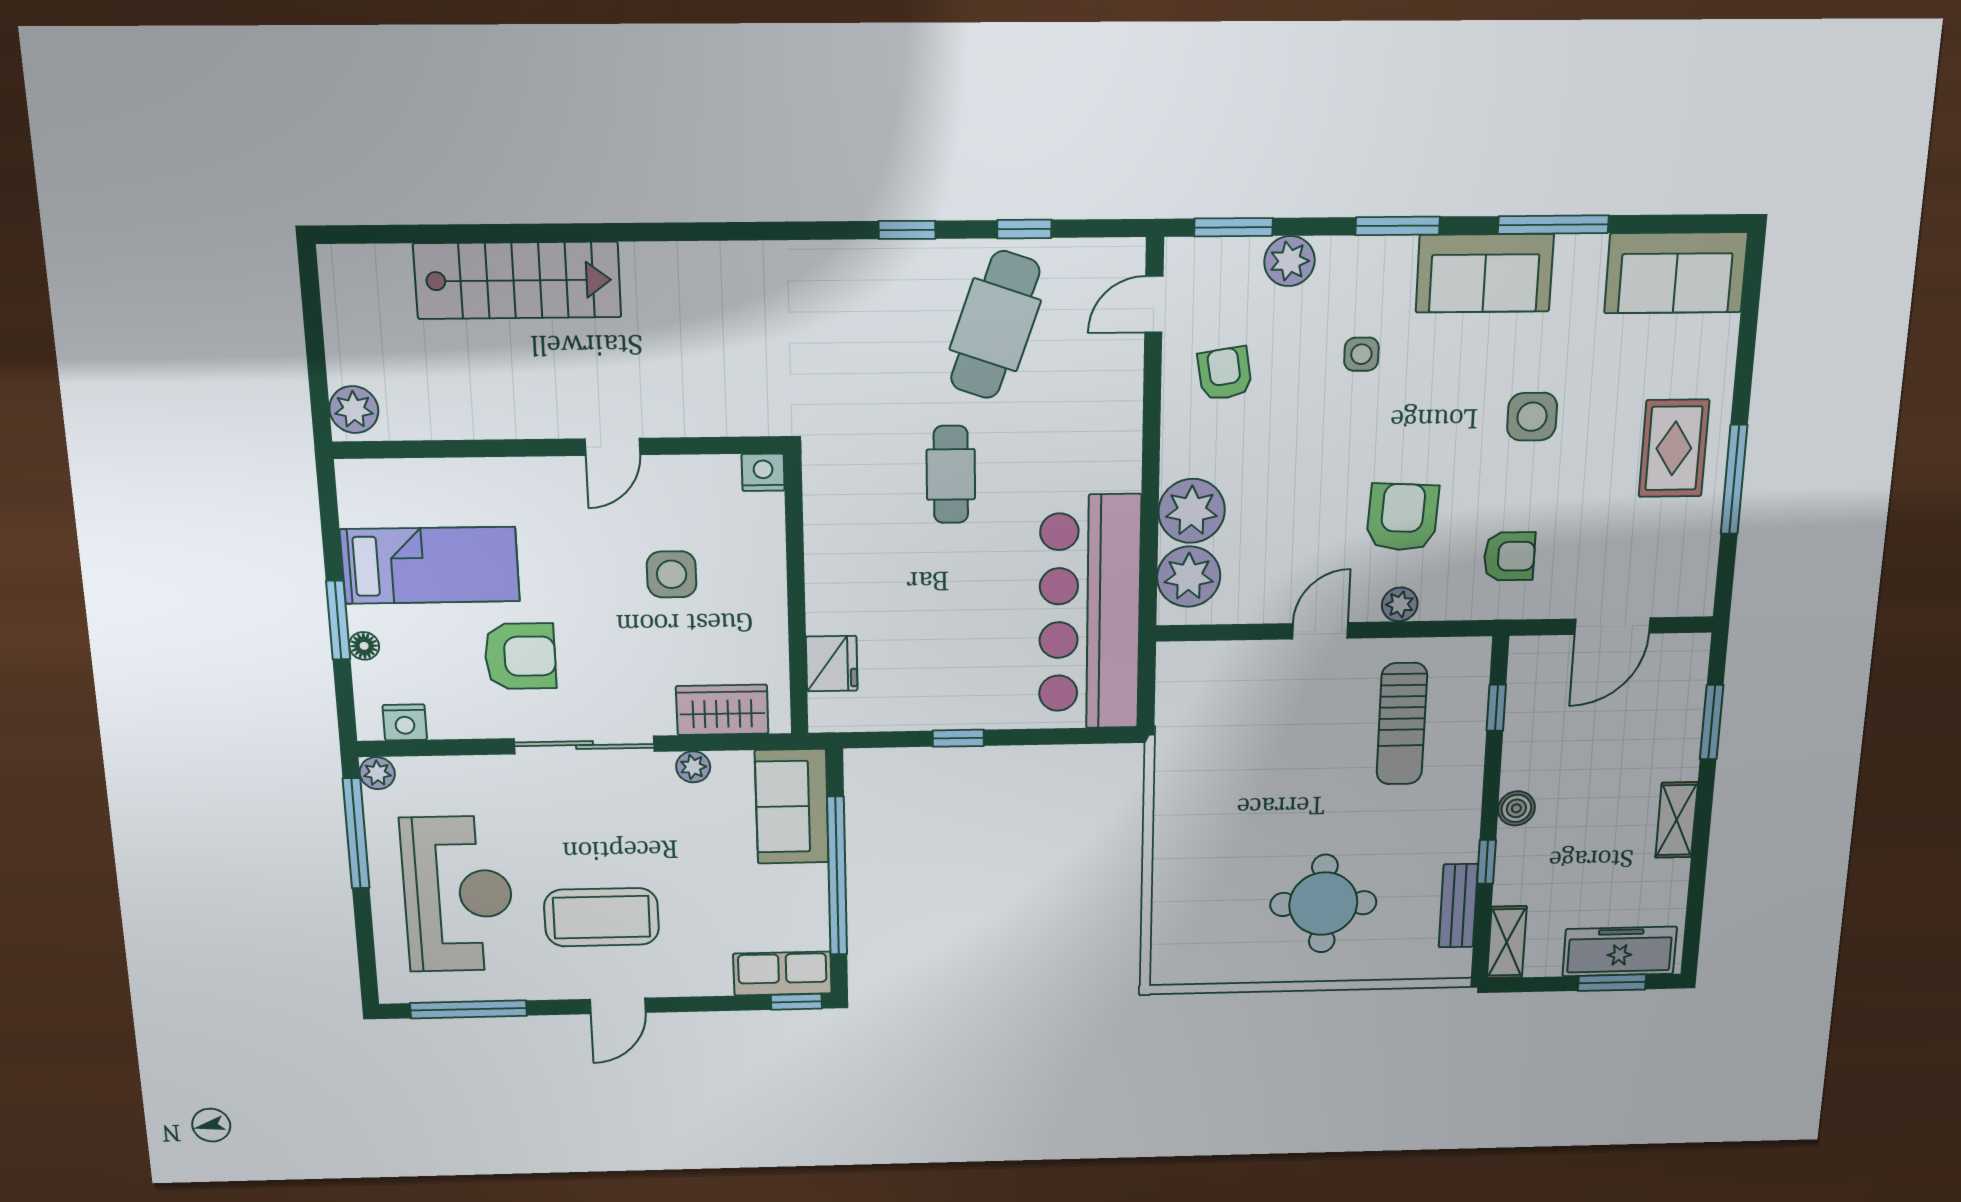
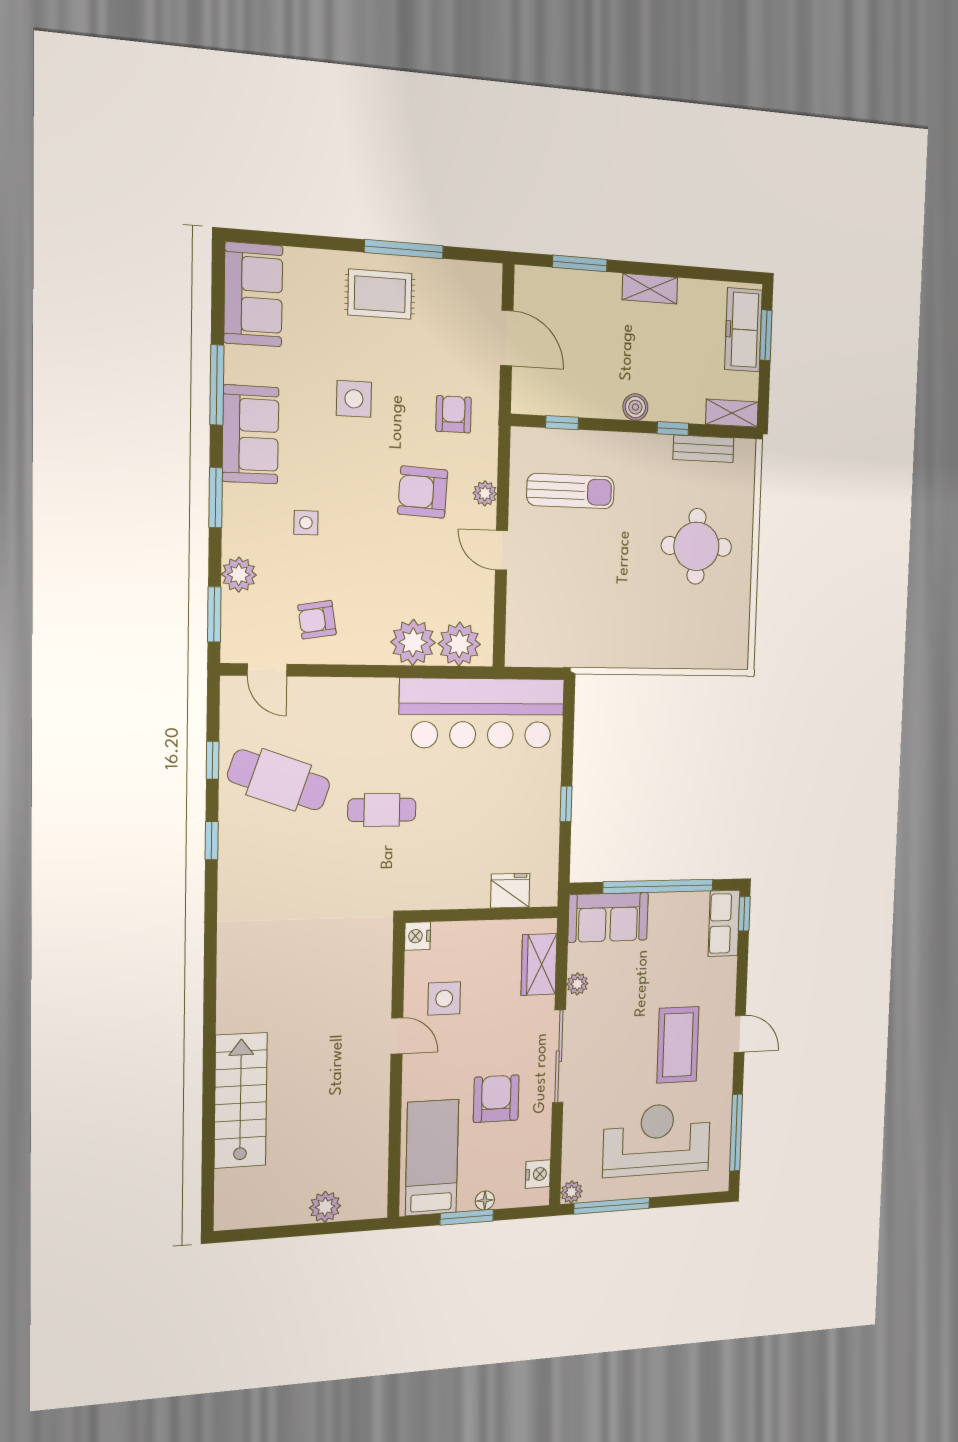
wall: (559, 447) -> (396, 1071), moved
door: (612, 447) -> (397, 1036), moved
nightstand: (763, 472) -> (418, 936), moved

